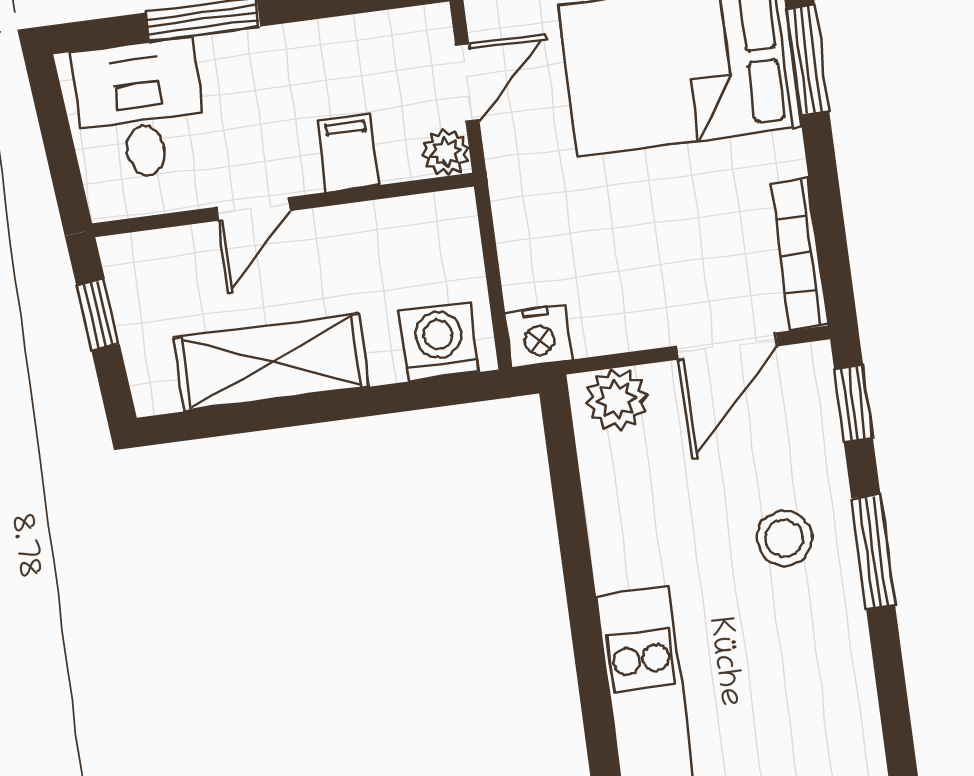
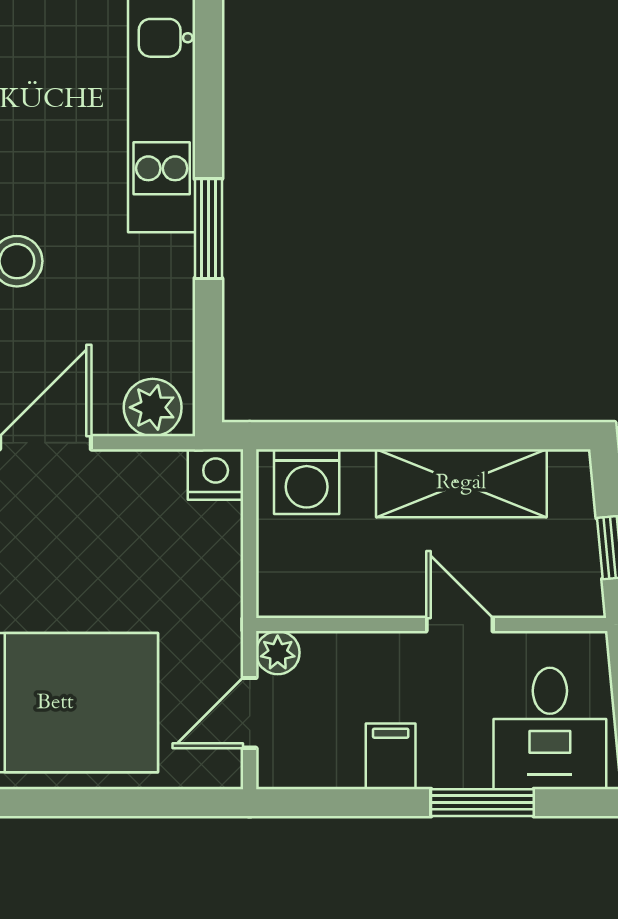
filing cabinet: (348, 153) -> (391, 756), moved, turned 180
door: (253, 209) -> (460, 625), hinge flipped
window: (582, 601) -> (208, 229), added

